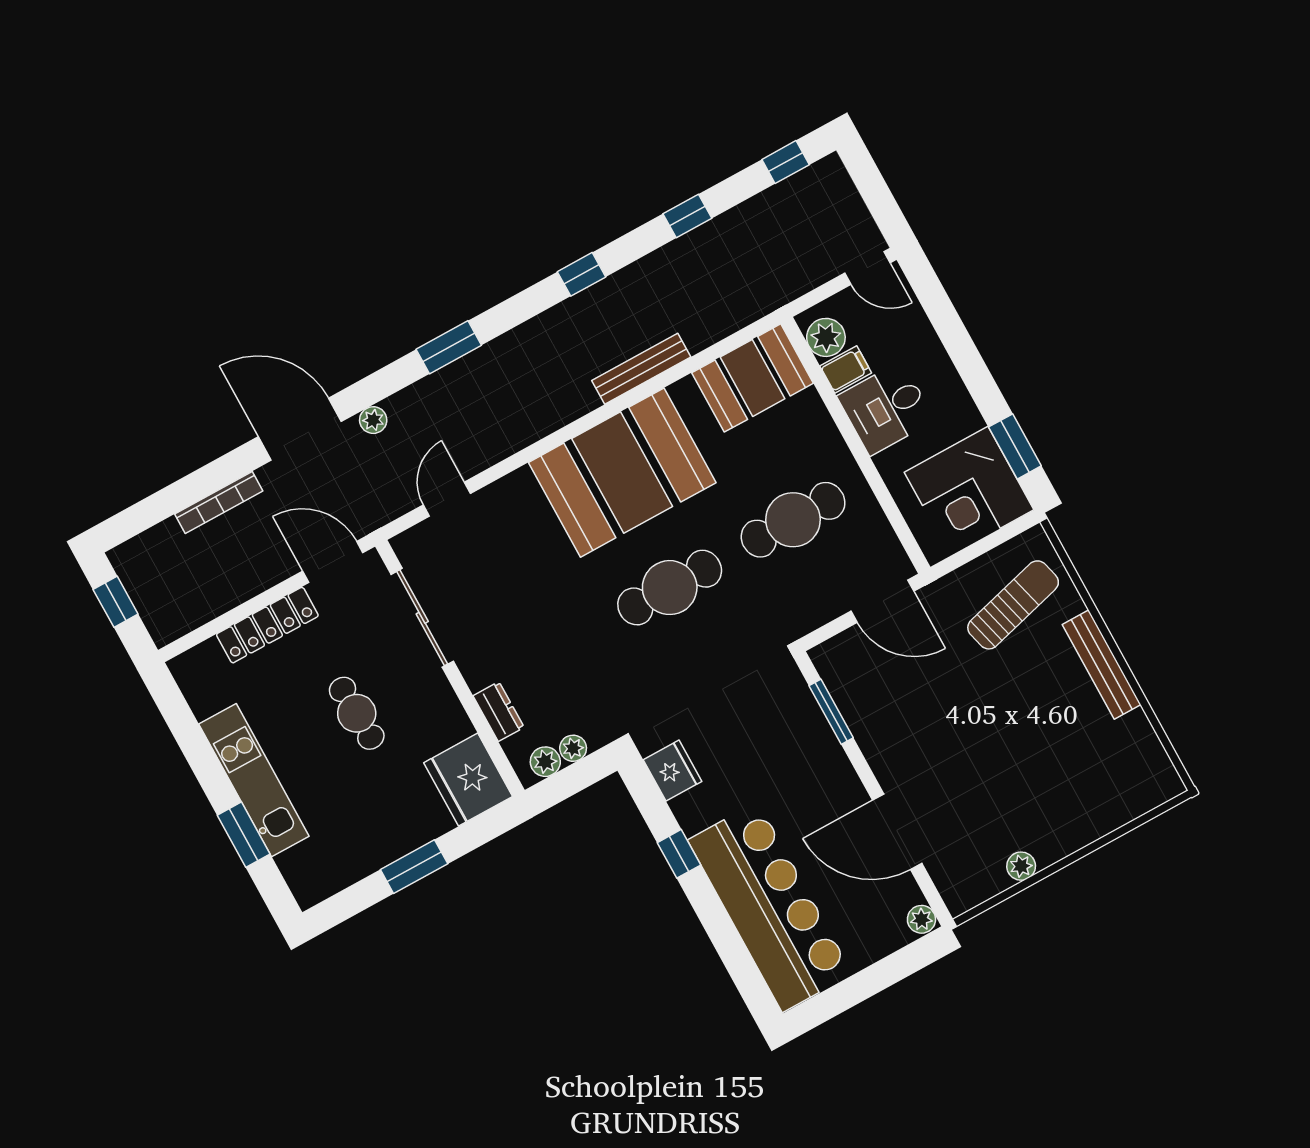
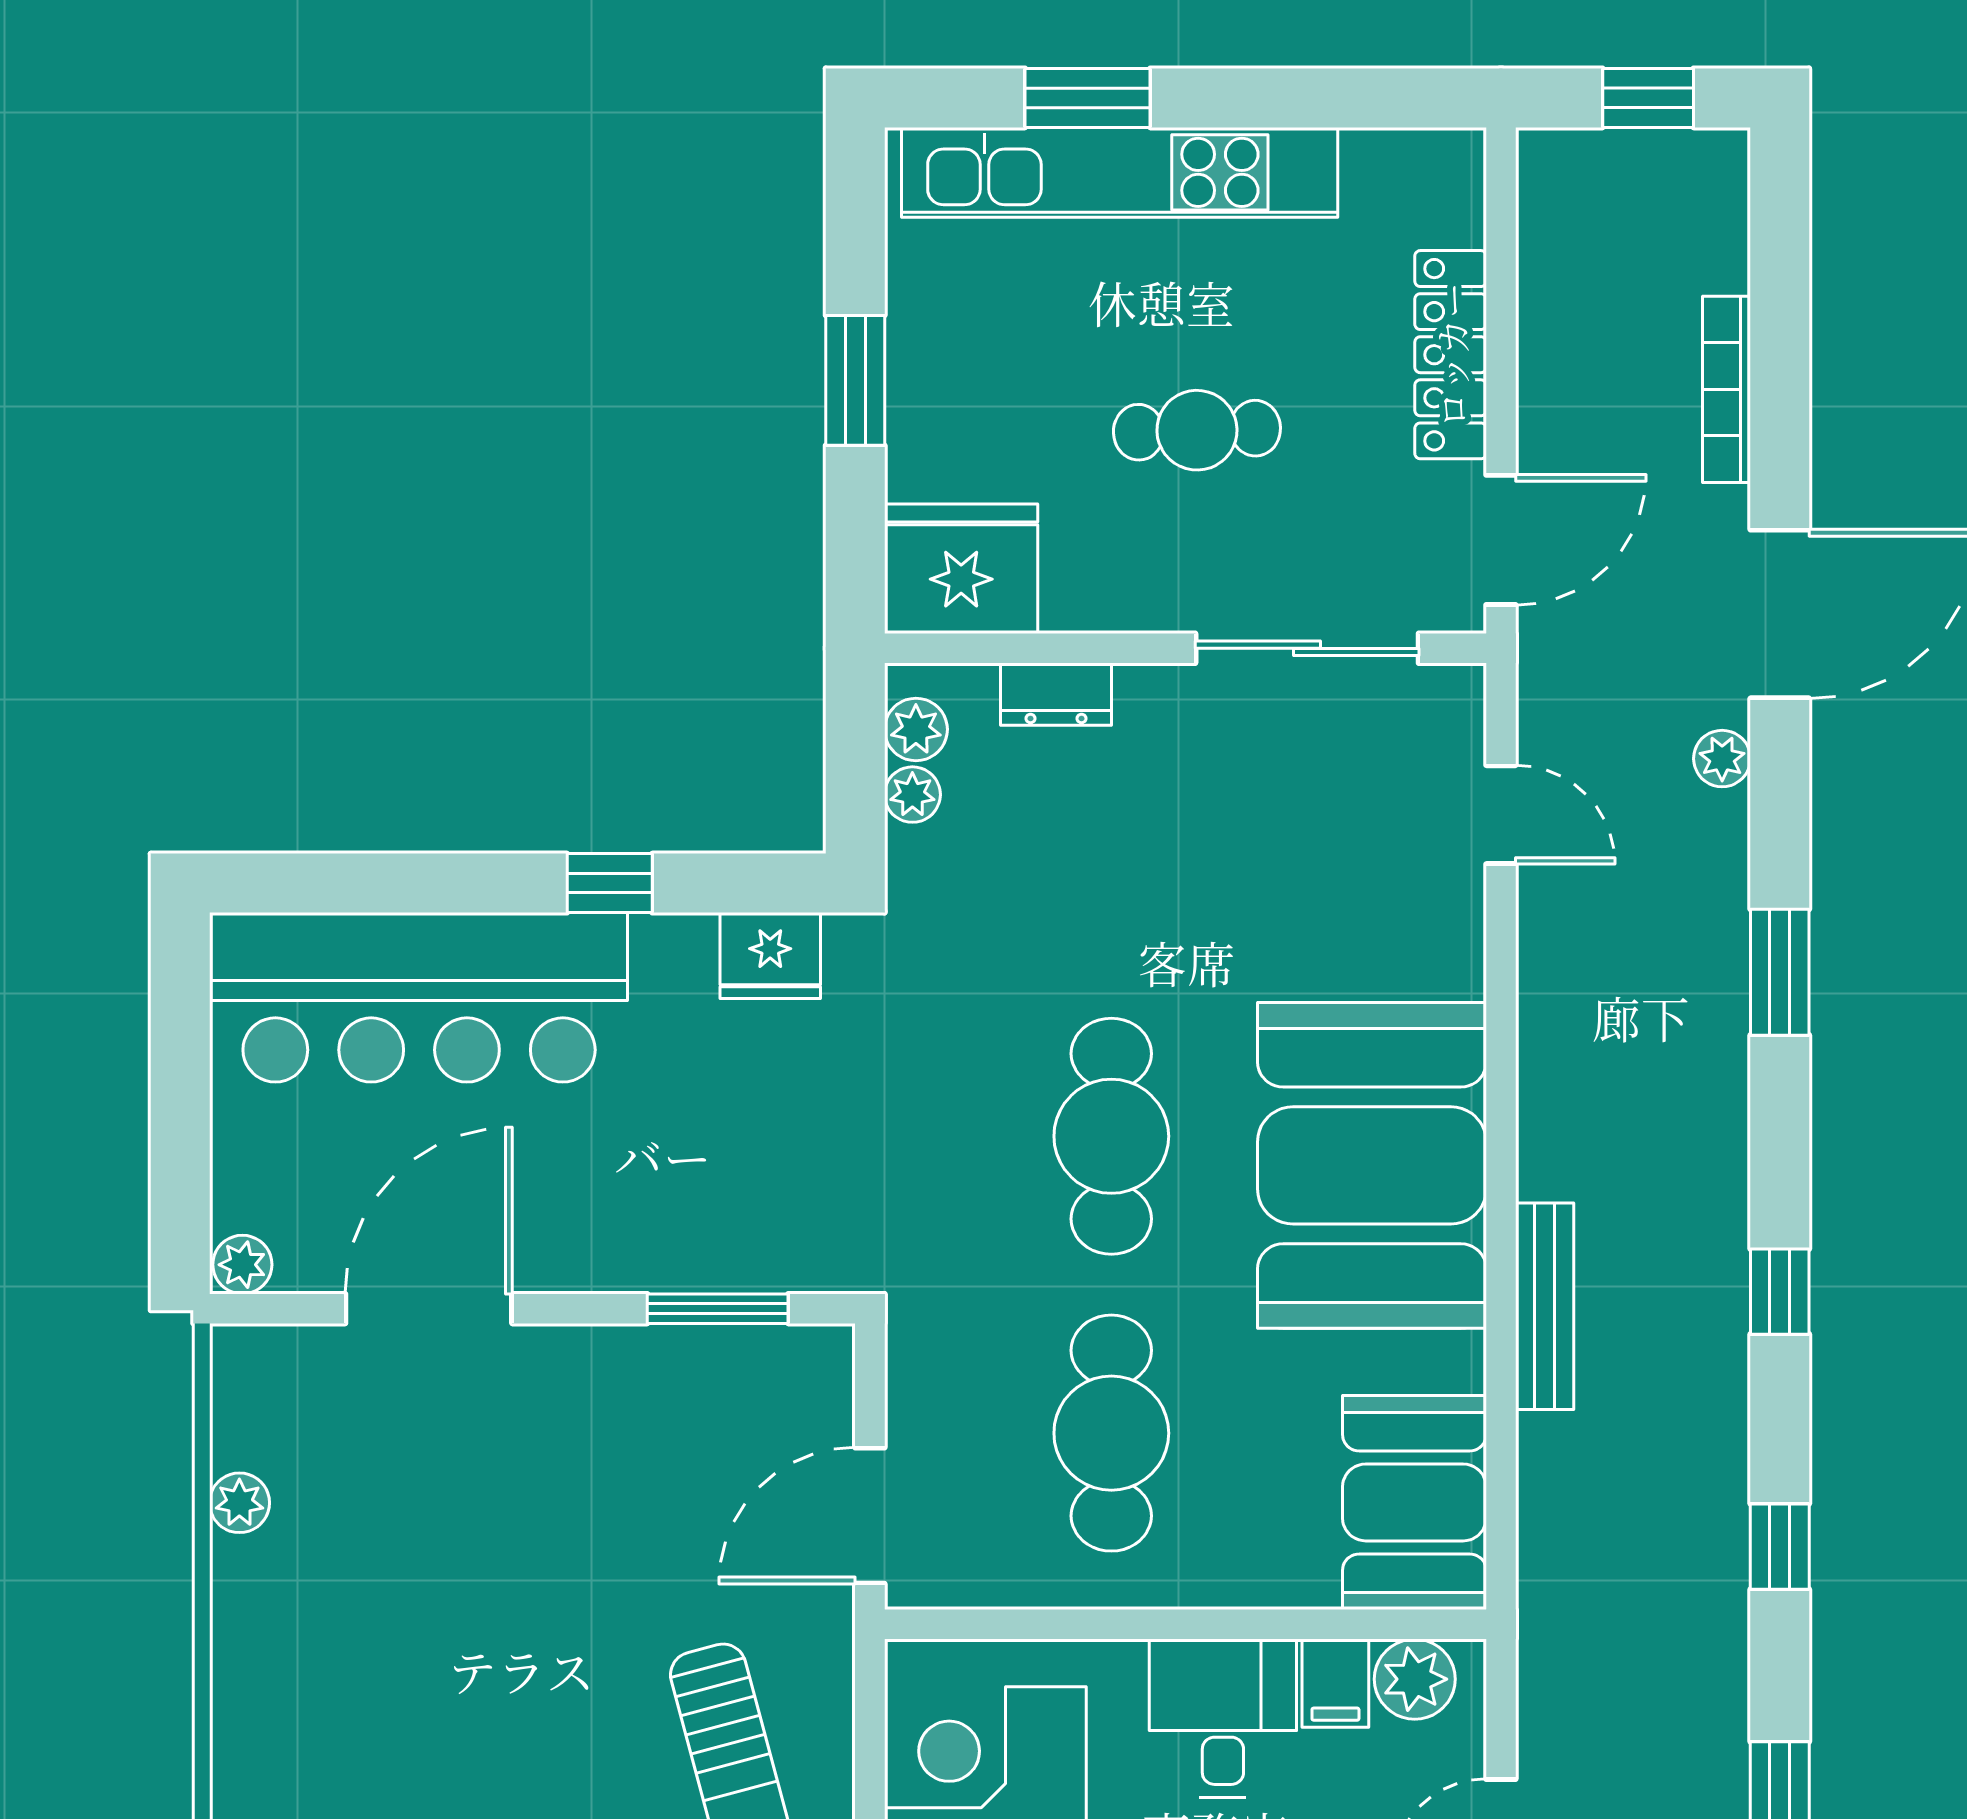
kitchen unit: (254, 780) -> (1120, 172), width x1.36

